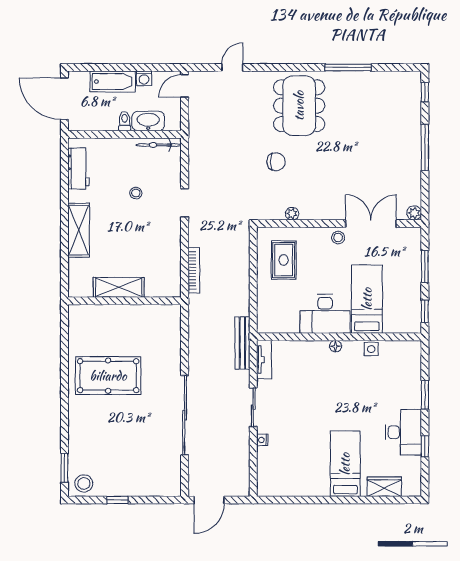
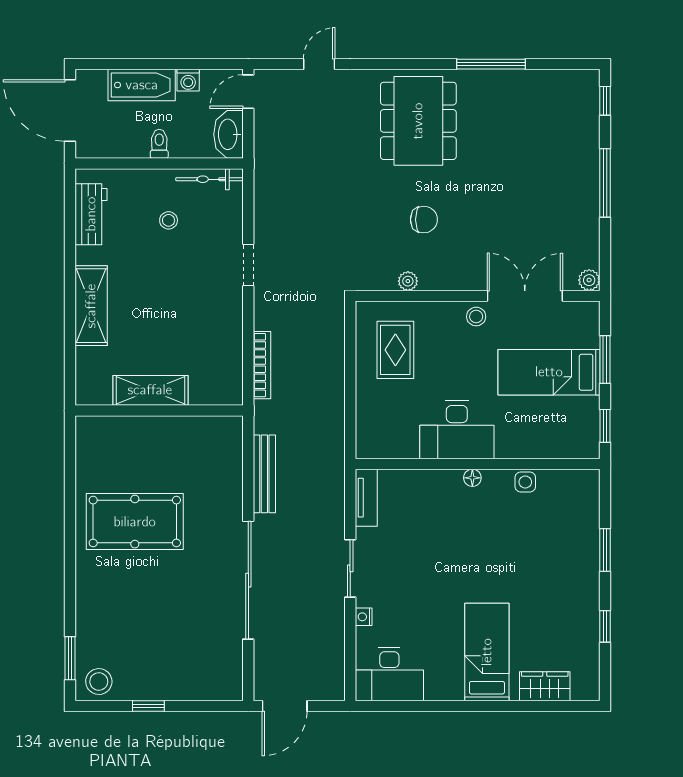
washbasin: (148, 121) -> (229, 134), moved, turned -90
chair: (276, 162) -> (424, 220), moved
stool: (136, 193) -> (169, 220), moved
bed: (367, 299) -> (549, 372), moved, turned -90
bench: (242, 343) -> (264, 474), moved
desk: (403, 432) -> (389, 674), moved, turned 90

